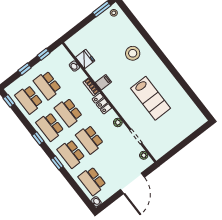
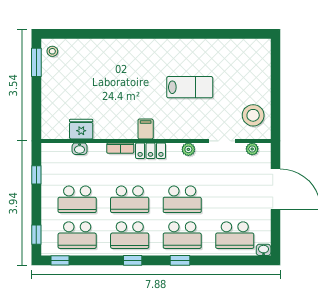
stool: (133, 53) -> (253, 115), moved
window: (25, 69) -> (36, 235), moved
filing cabinet: (103, 82) -> (146, 129), moved
lab bench: (150, 98) -> (190, 87), width x0.73, depth x0.72

